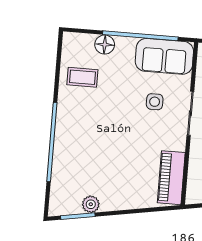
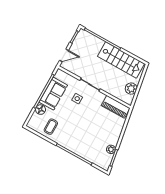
sofa: (164, 56) -> (53, 94), moved

